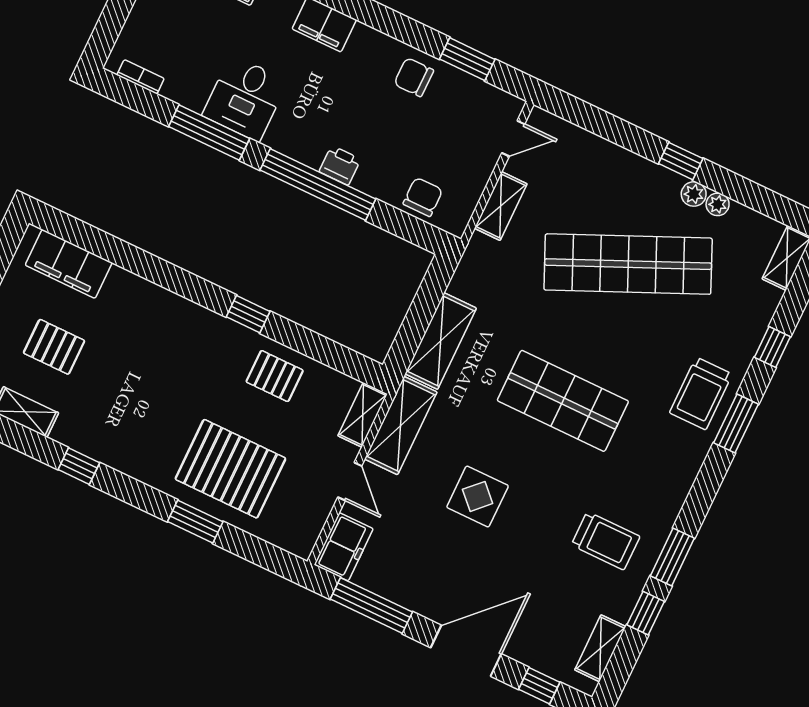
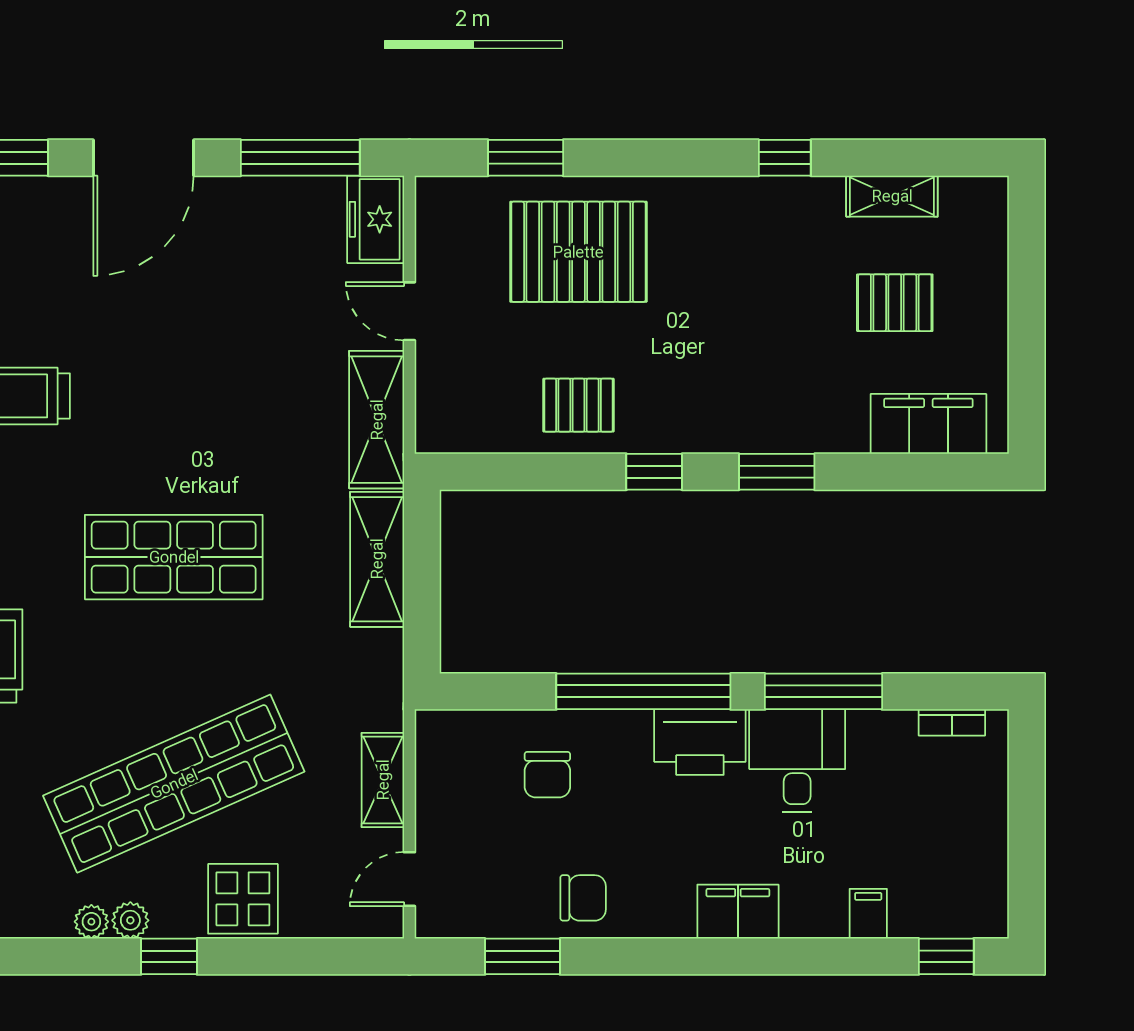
printer: (340, 165) -> (700, 742), moved, width x1.87, depth x1.48
chair: (423, 197) -> (547, 775), moved
window: (174, 279) -> (777, 472), added
shelving: (363, 415) -> (435, 409), removed
display table: (478, 496) -> (243, 899), moved
window: (195, 522) -> (526, 158), moved

